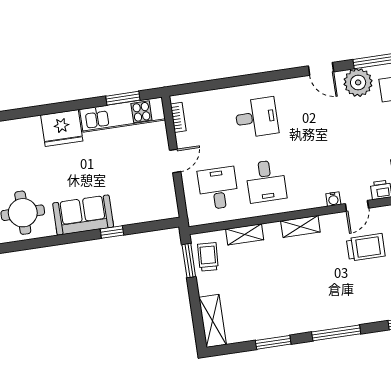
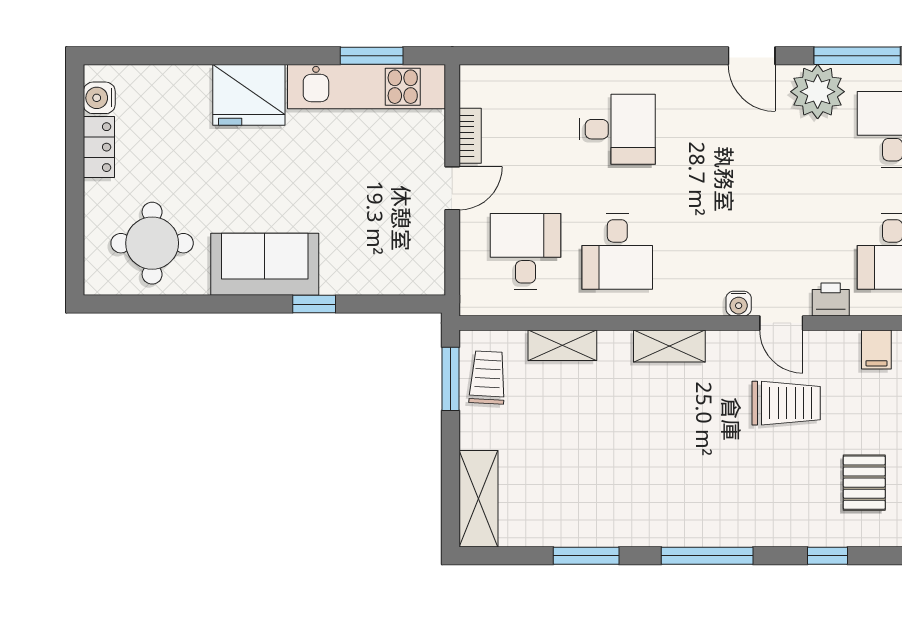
bookcase: (178, 117) -> (470, 136), moved
door: (357, 206) -> (781, 323), hinge flipped

